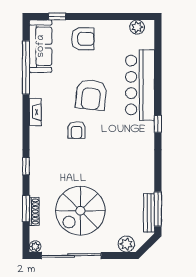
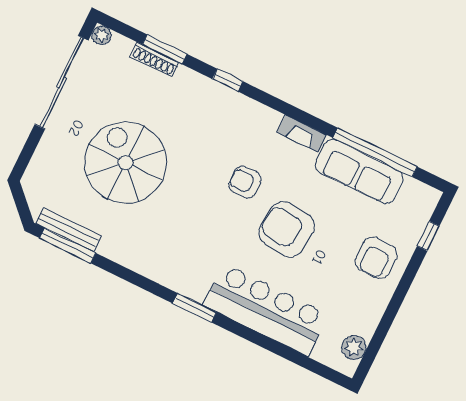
sofa: (41, 46) -> (359, 172), moved
window: (158, 124) -> (194, 308), width x1.50
spiral stairs: (80, 211) -> (126, 163), moved
plant: (126, 244) -> (38, 173), removed

